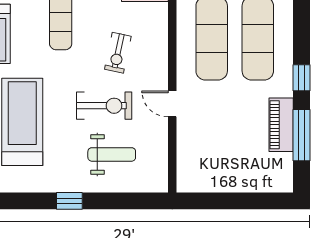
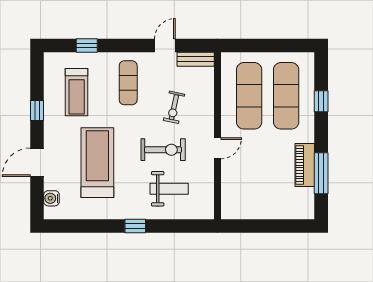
window: (301, 78) -> (321, 101), moved
door: (172, 104) -> (218, 148), swing flipped

